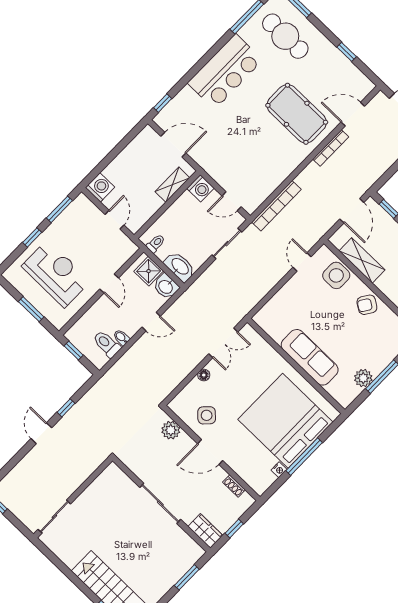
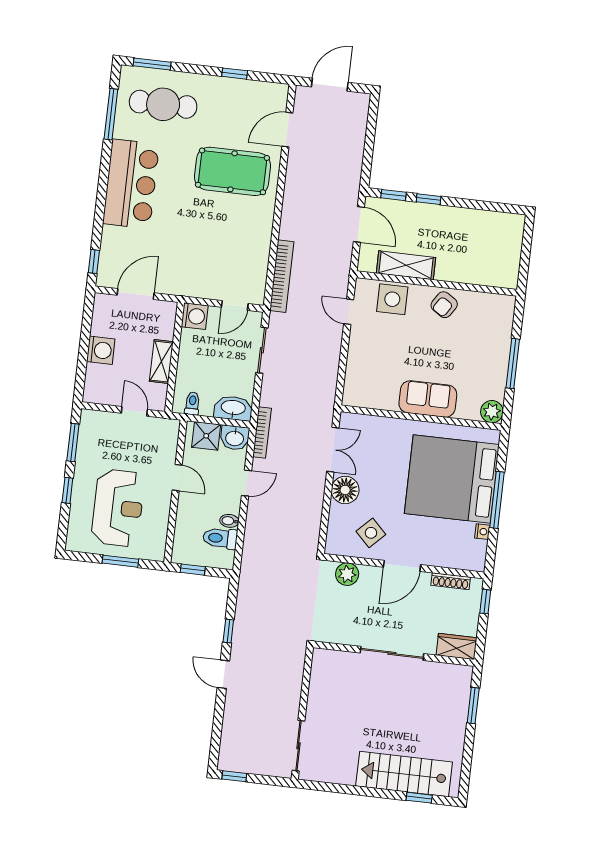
bookcase: (331, 148) -> (262, 433), moved
shelving: (172, 185) -> (161, 362), moved
washing machine: (100, 187) -> (101, 350), moved, turned 90
reception desk: (56, 274) -> (118, 508), turned 90
sofa: (310, 357) -> (428, 399), width x0.73
floor lamp: (204, 375) -> (345, 490), width x1.89, depth x1.89
plant: (363, 378) -> (492, 412), moved
shoe rack: (234, 486) -> (451, 581), width x1.43
window: (234, 529) -> (485, 602), moved

